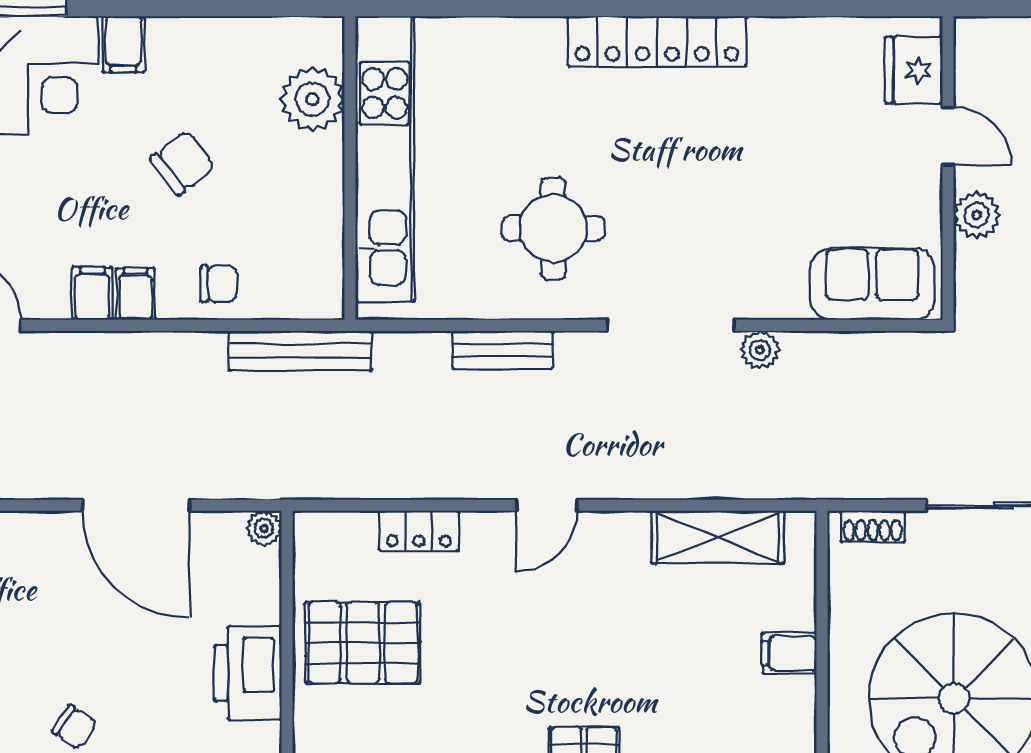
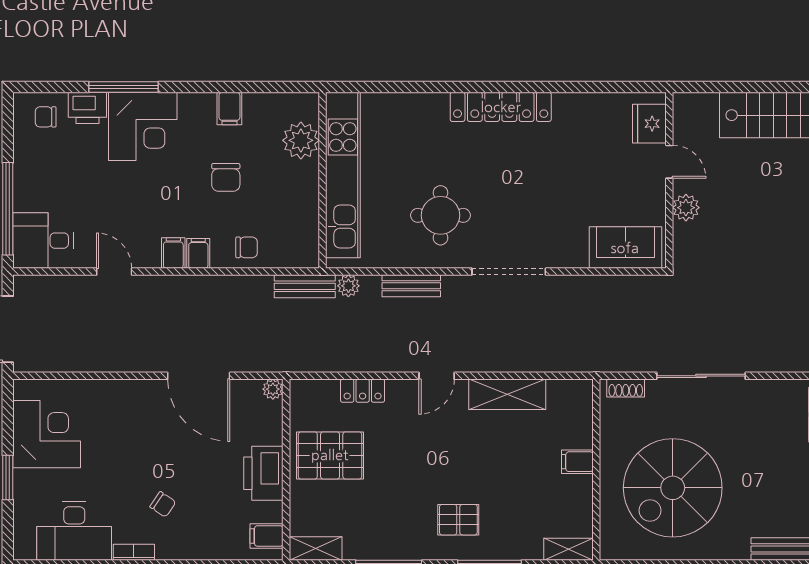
filing cabinet: (123, 44) -> (229, 109), moved
chair: (183, 163) -> (226, 177), turned 127
plant: (760, 350) -> (348, 286), moved
bench: (300, 351) -> (305, 286), width x0.73
shelving: (718, 537) -> (507, 394), moved

